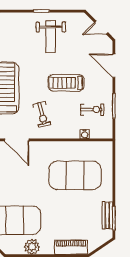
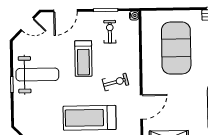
door: (101, 27) -> (27, 24), hinge flipped
weight bench: (51, 37) -> (37, 75), width x1.36, depth x1.33
water cooler: (85, 134) -> (134, 16), moved

